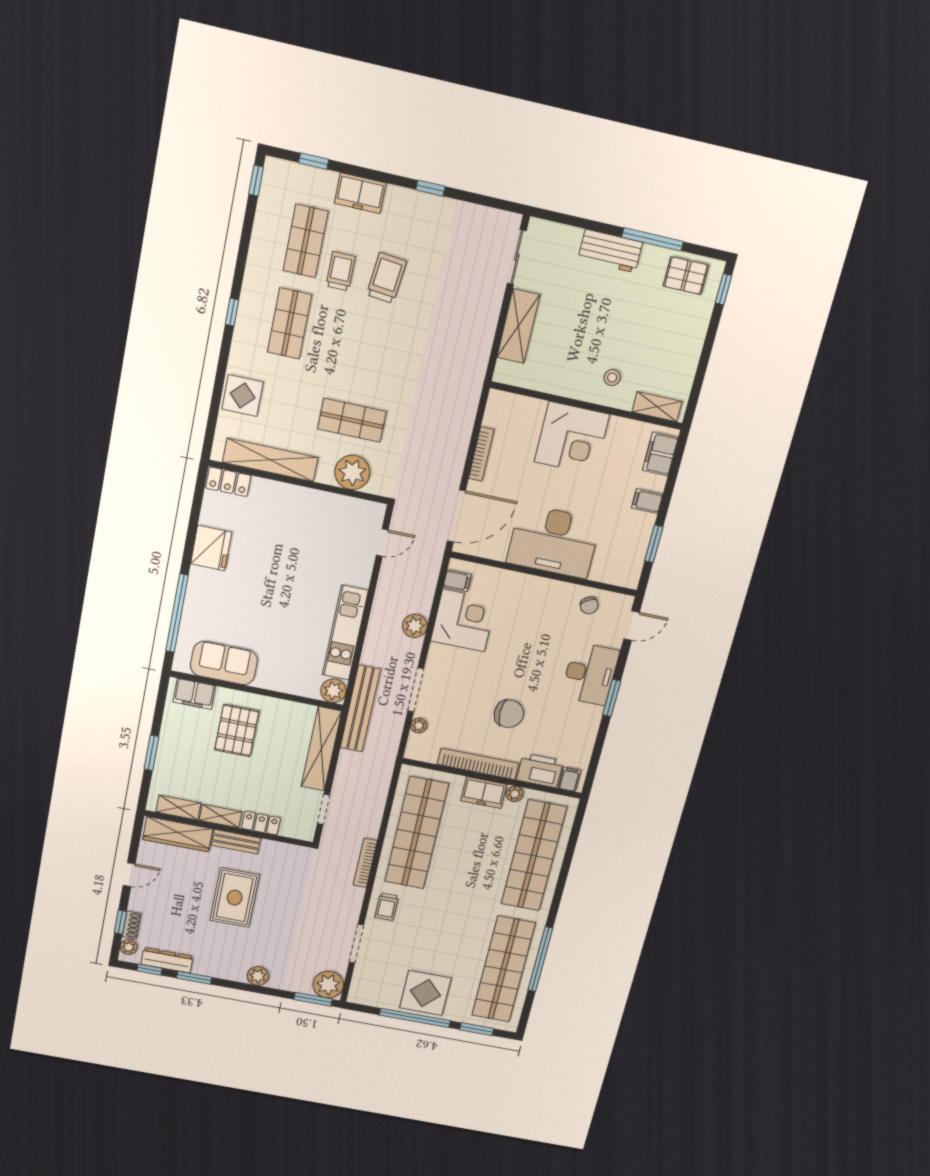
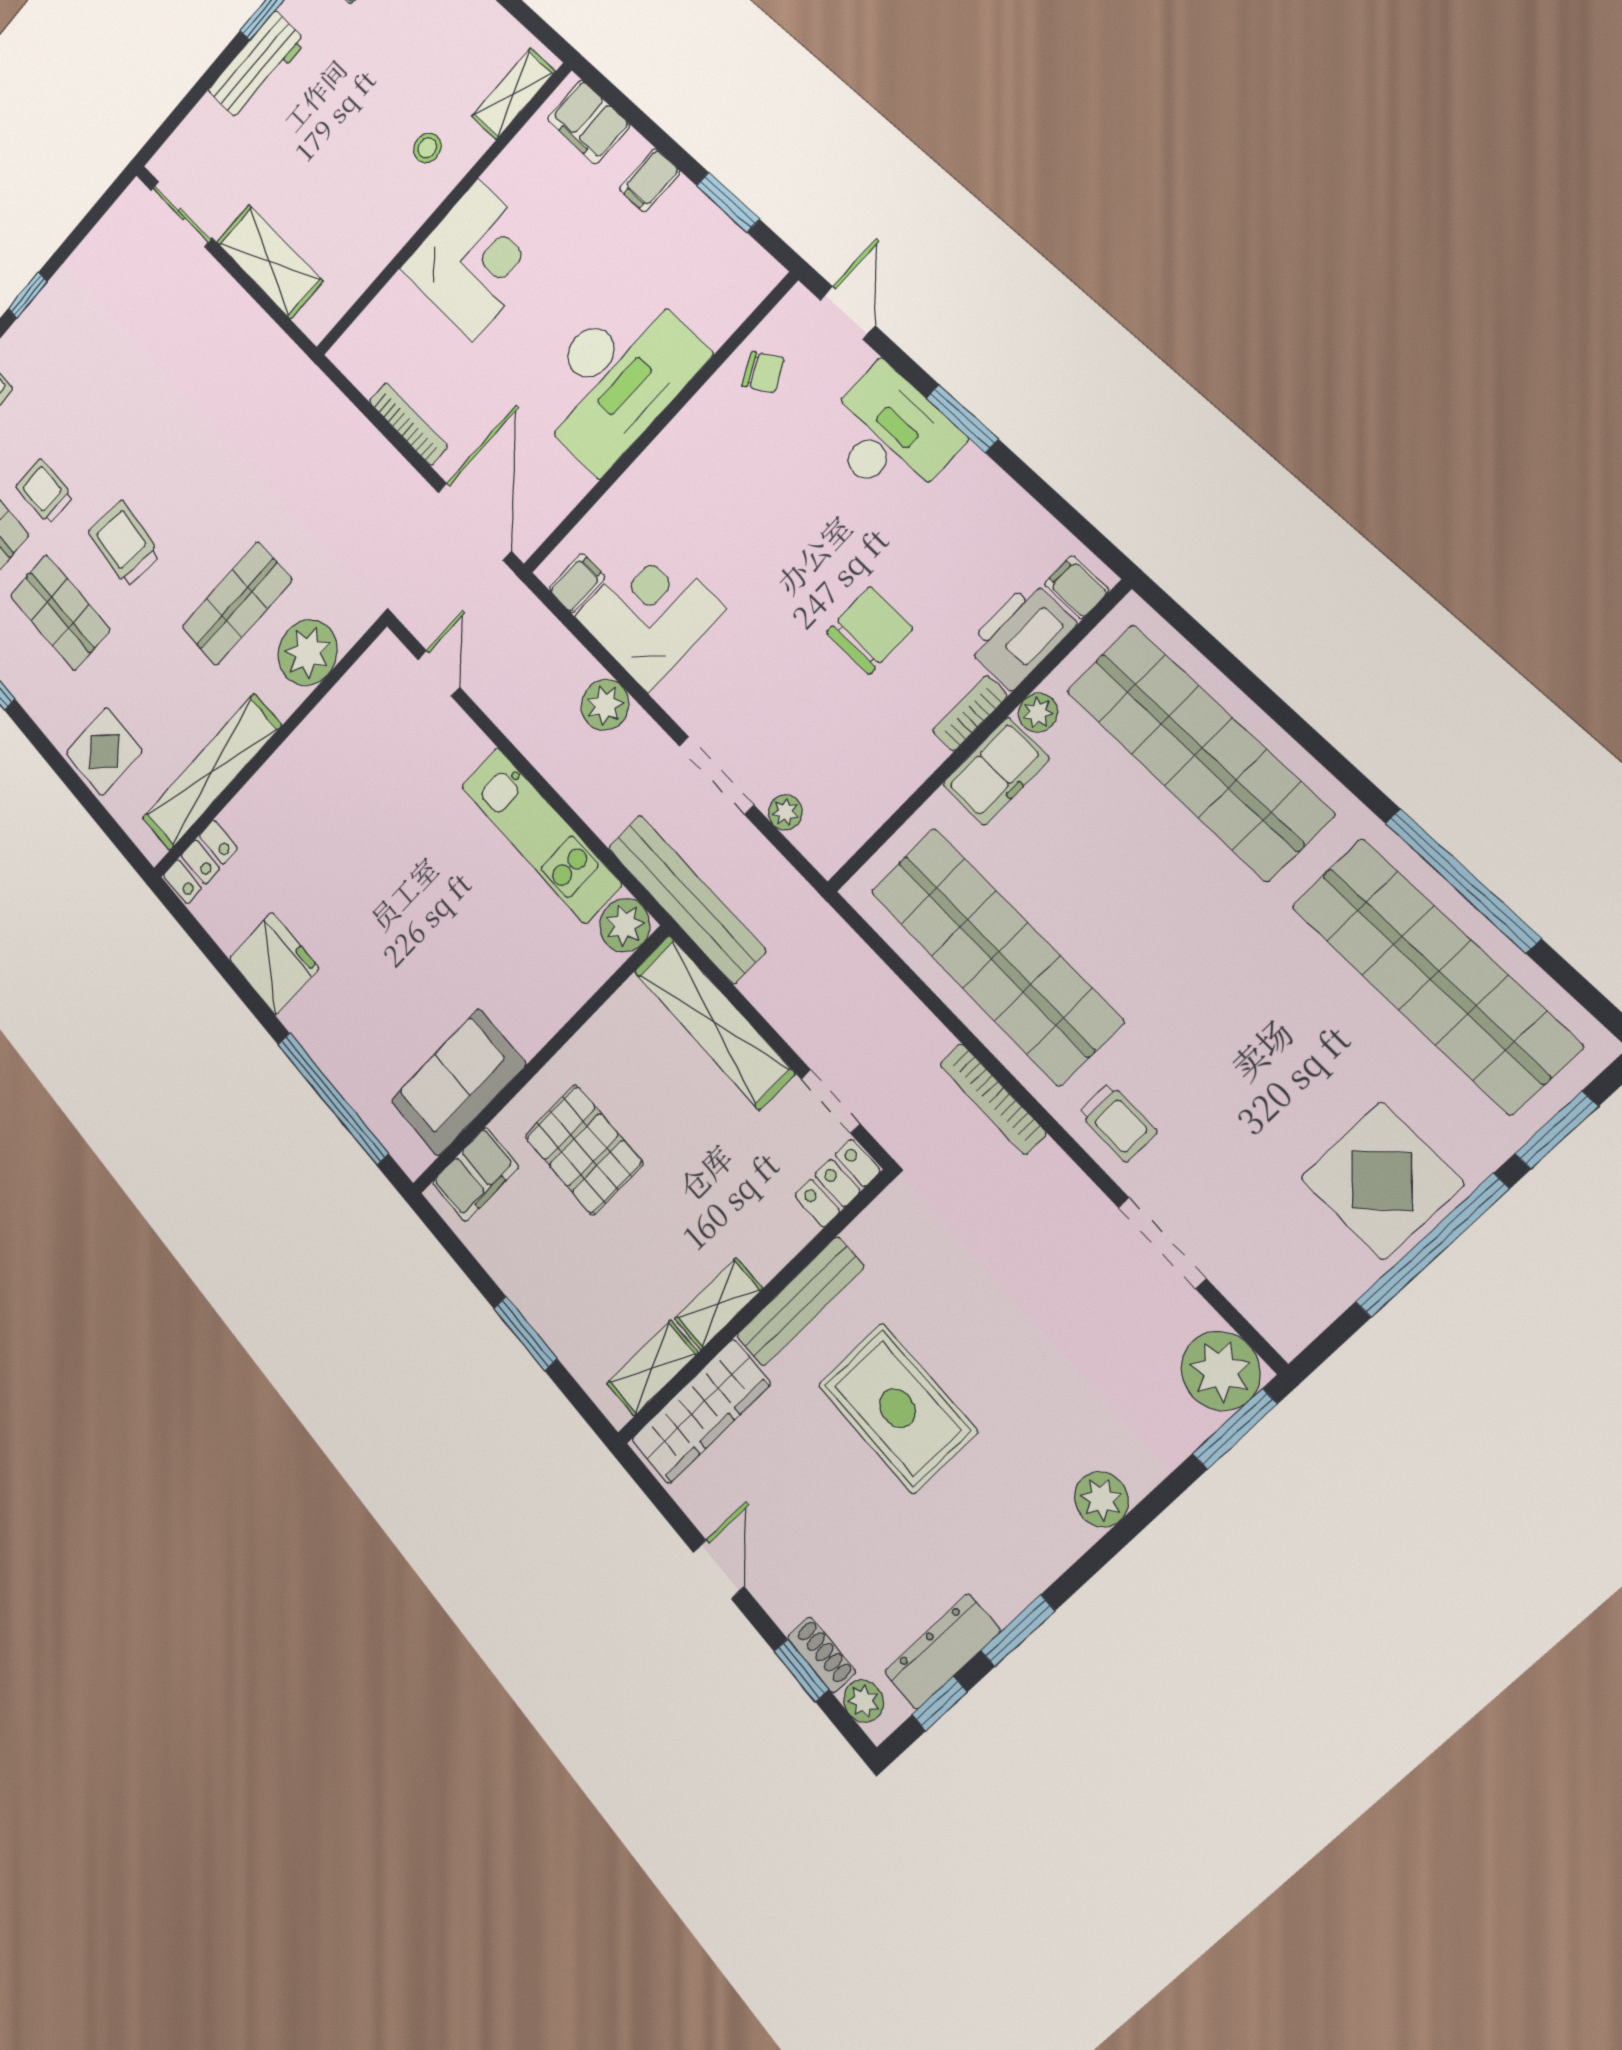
trolley: (386, 278) -> (124, 543), moved
bookcase: (478, 764) -> (970, 713), width x0.43, depth x0.76
locker: (261, 823) -> (837, 1183), moved
bench: (236, 842) -> (800, 1301), width x1.36

